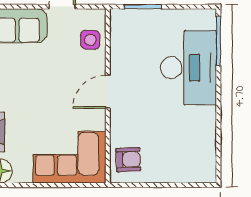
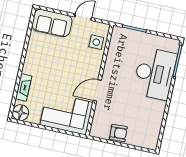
door: (108, 92) -> (97, 90), moved
armchair: (128, 160) -> (118, 133), moved

